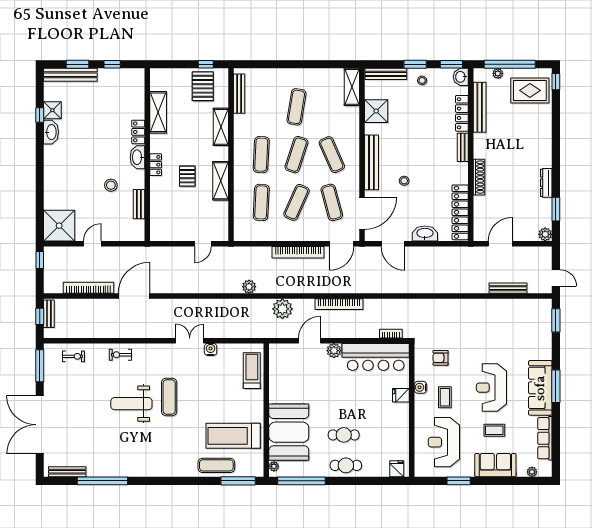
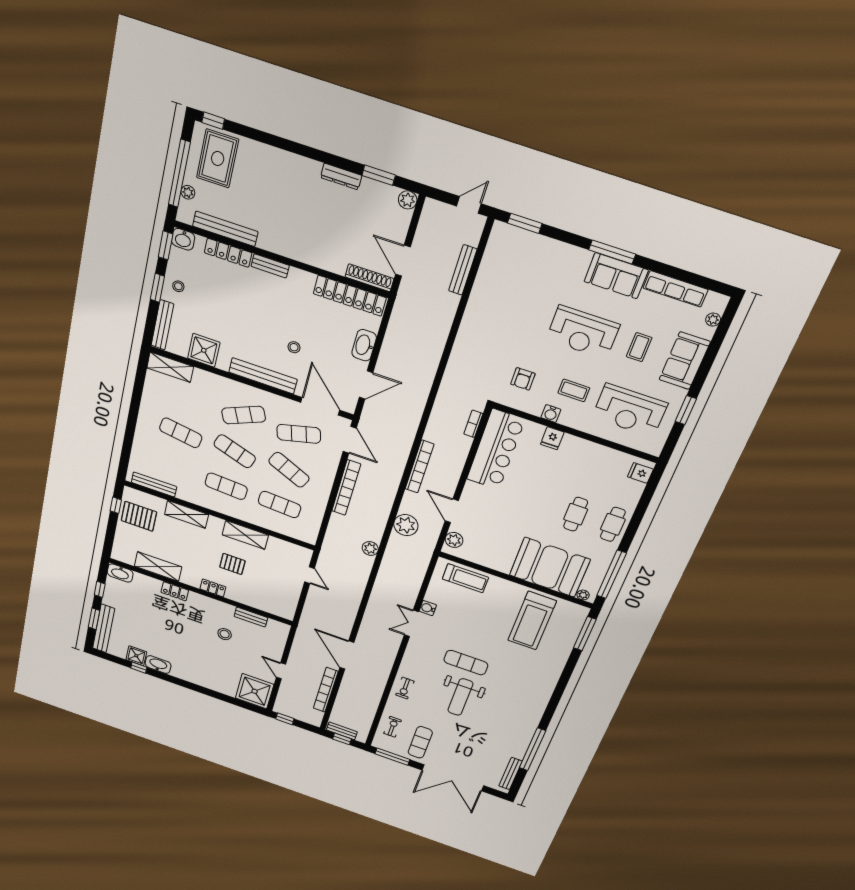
washbasin: (137, 157) -> (120, 573), moved
shoe rack: (479, 177) -> (369, 278), moved
plant: (334, 351) -> (454, 540), moved
treadmill: (252, 371) -> (465, 578), turned 180
sofa: (540, 388) -> (616, 276), width x0.73
exercise mat: (216, 465) -> (420, 742), moved

